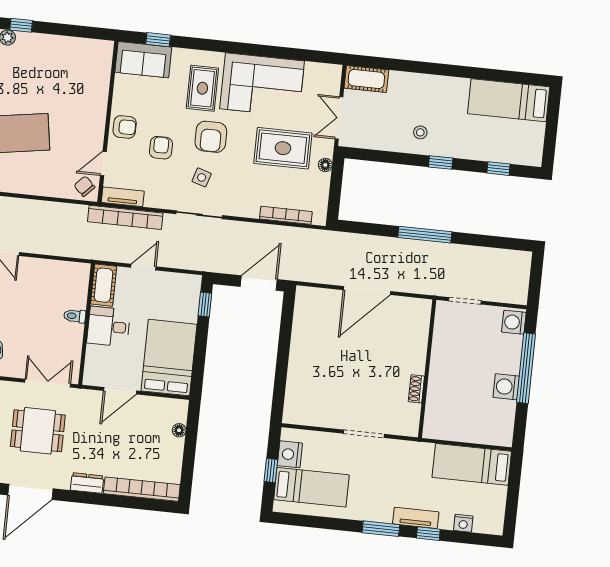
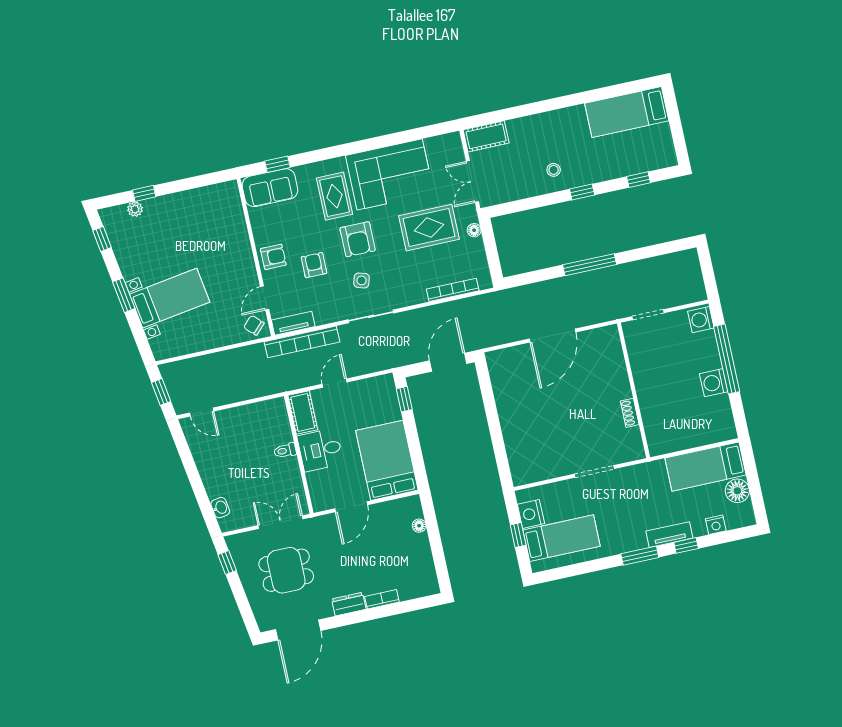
bookcase: (142, 489) -> (382, 599), width x0.43, depth x0.76
floor lamp: (495, 498) -> (737, 491), added

